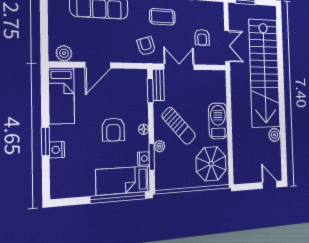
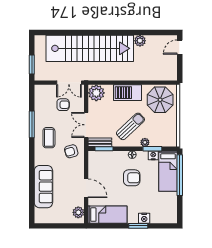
double door: (227, 46) -> (69, 83), swing flipped
plant: (217, 81) -> (96, 93), added

